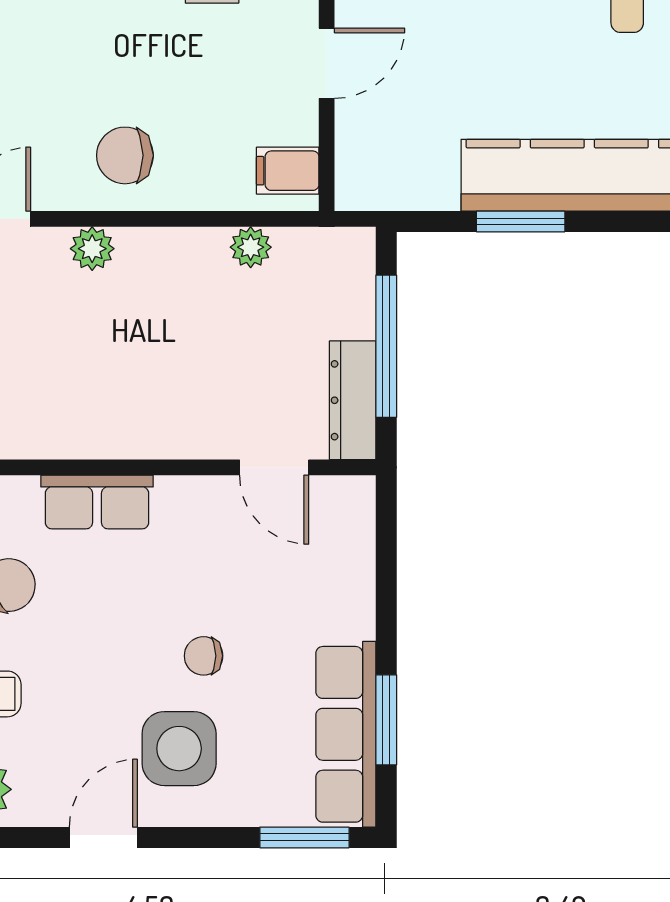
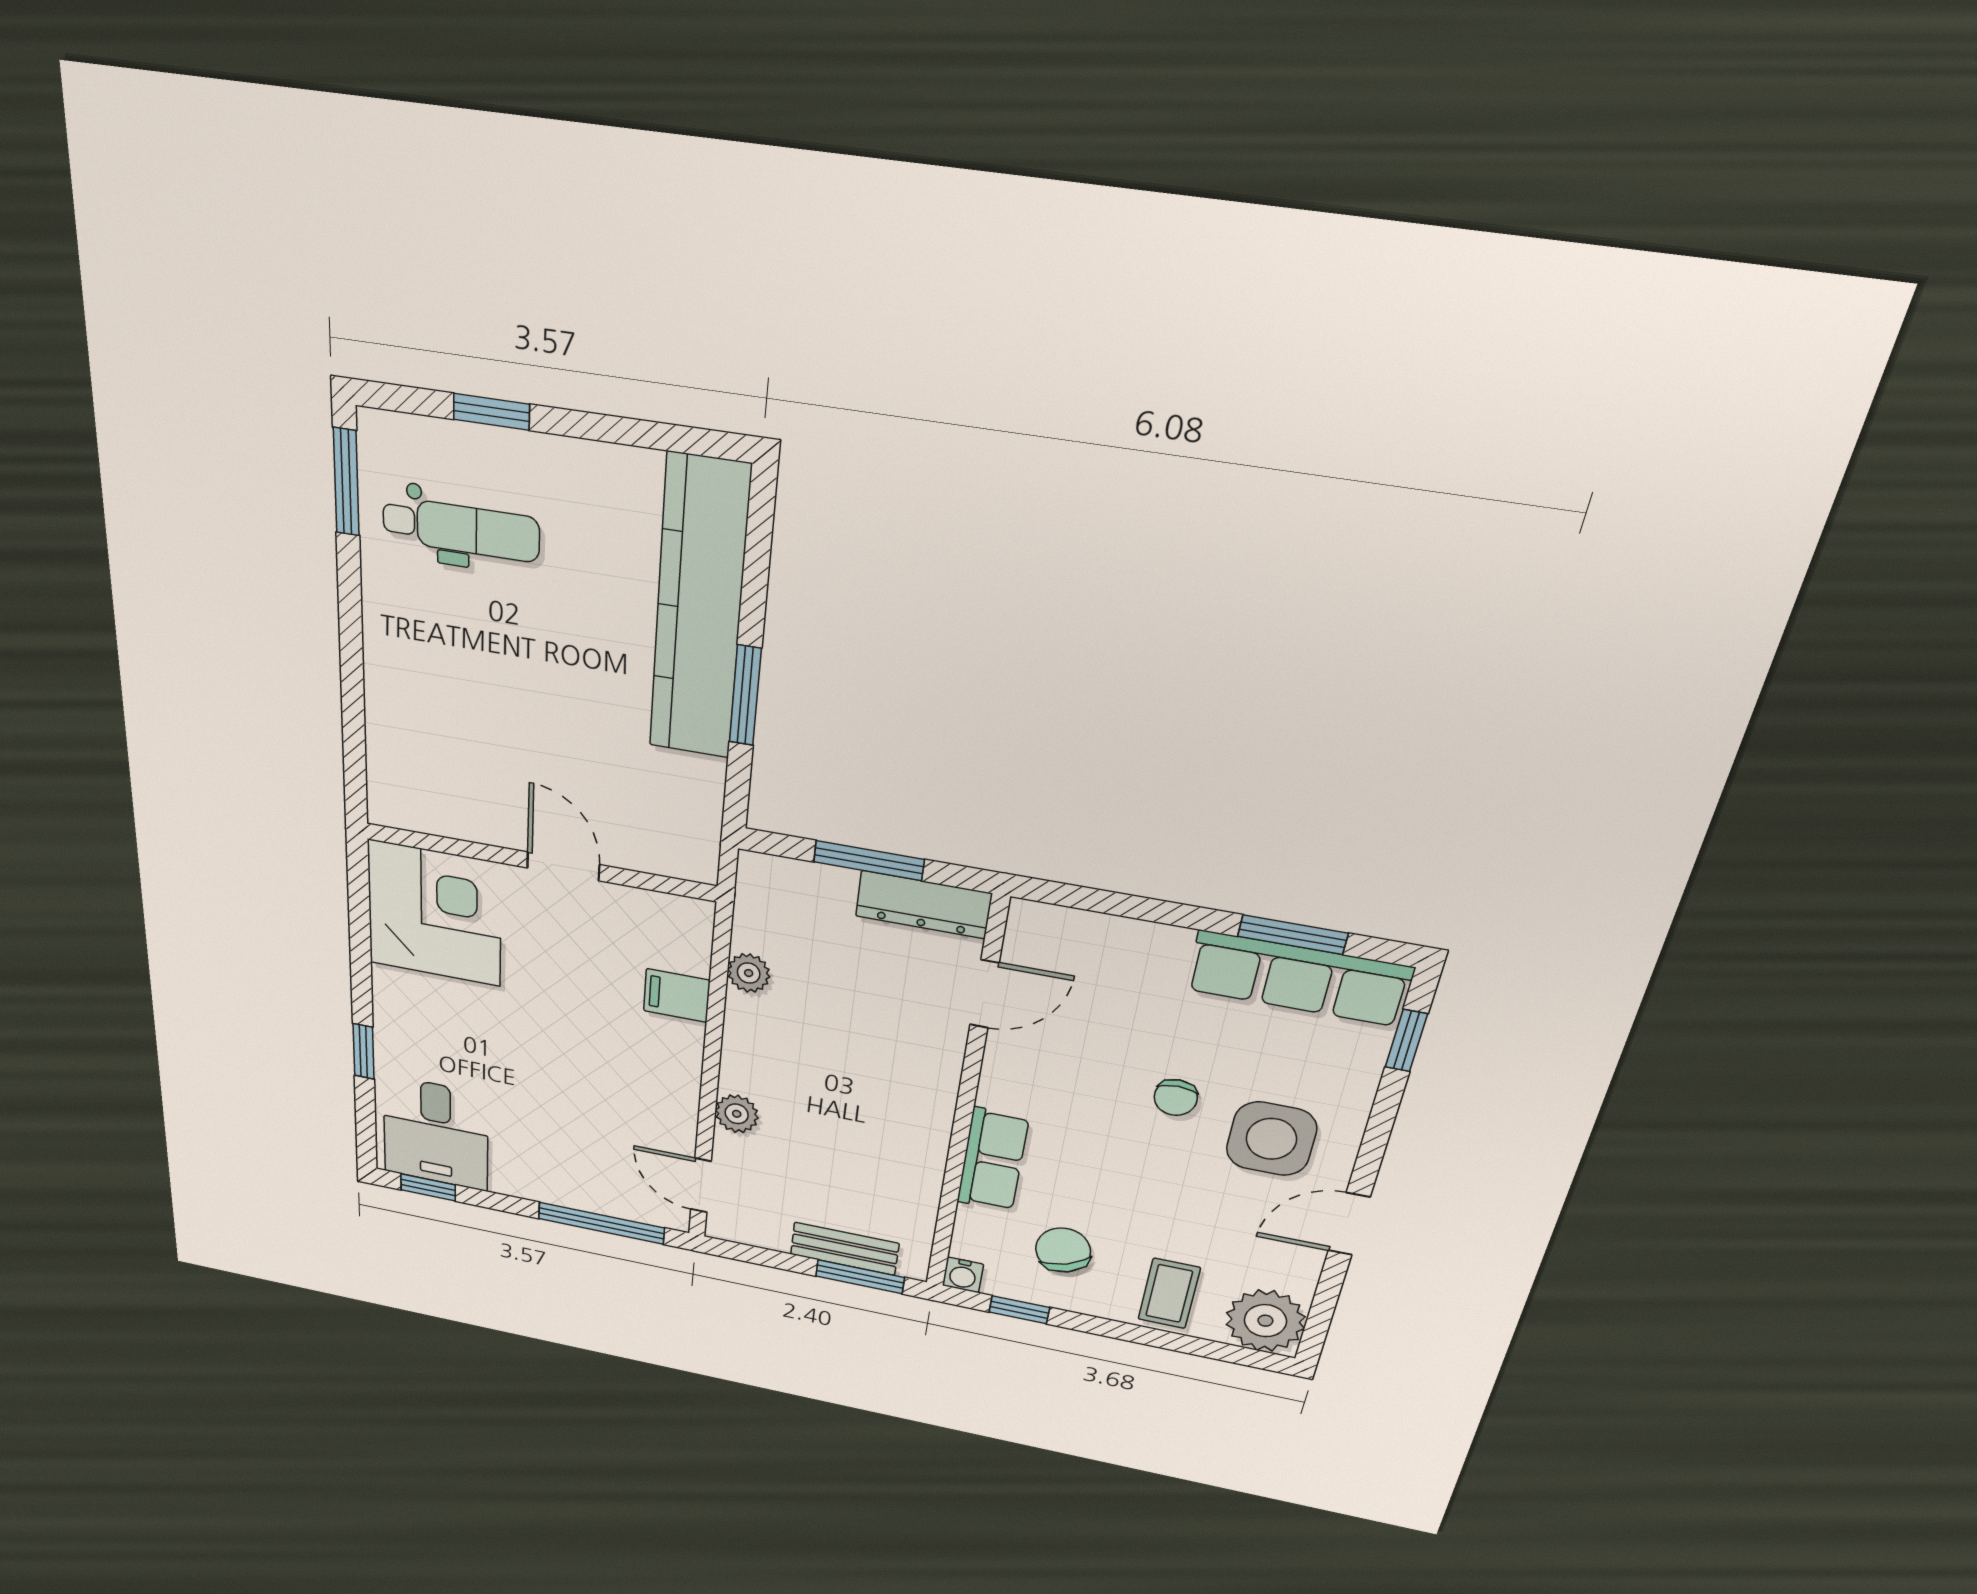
chair: (125, 155) -> (647, 1068), removed
filing cabinet: (288, 171) -> (677, 996), moved, turned 90
window: (386, 346) -> (869, 861), width x0.69
door: (103, 837) -> (1349, 1224), hinge flipped
window: (304, 837) -> (1406, 1040), width x0.67

